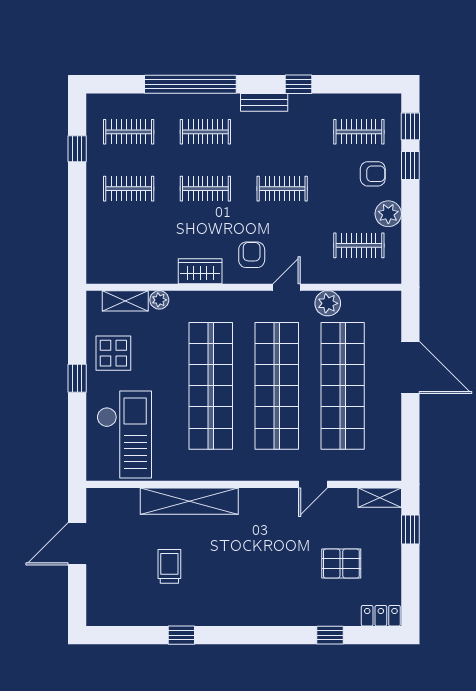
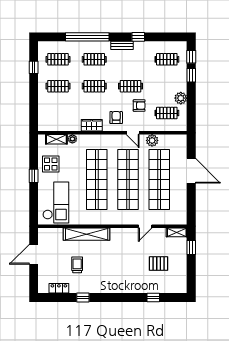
armchair: (373, 174) -> (139, 106), moved
door: (287, 287) -> (133, 133), swing flipped
locker: (381, 616) -> (59, 288), moved

